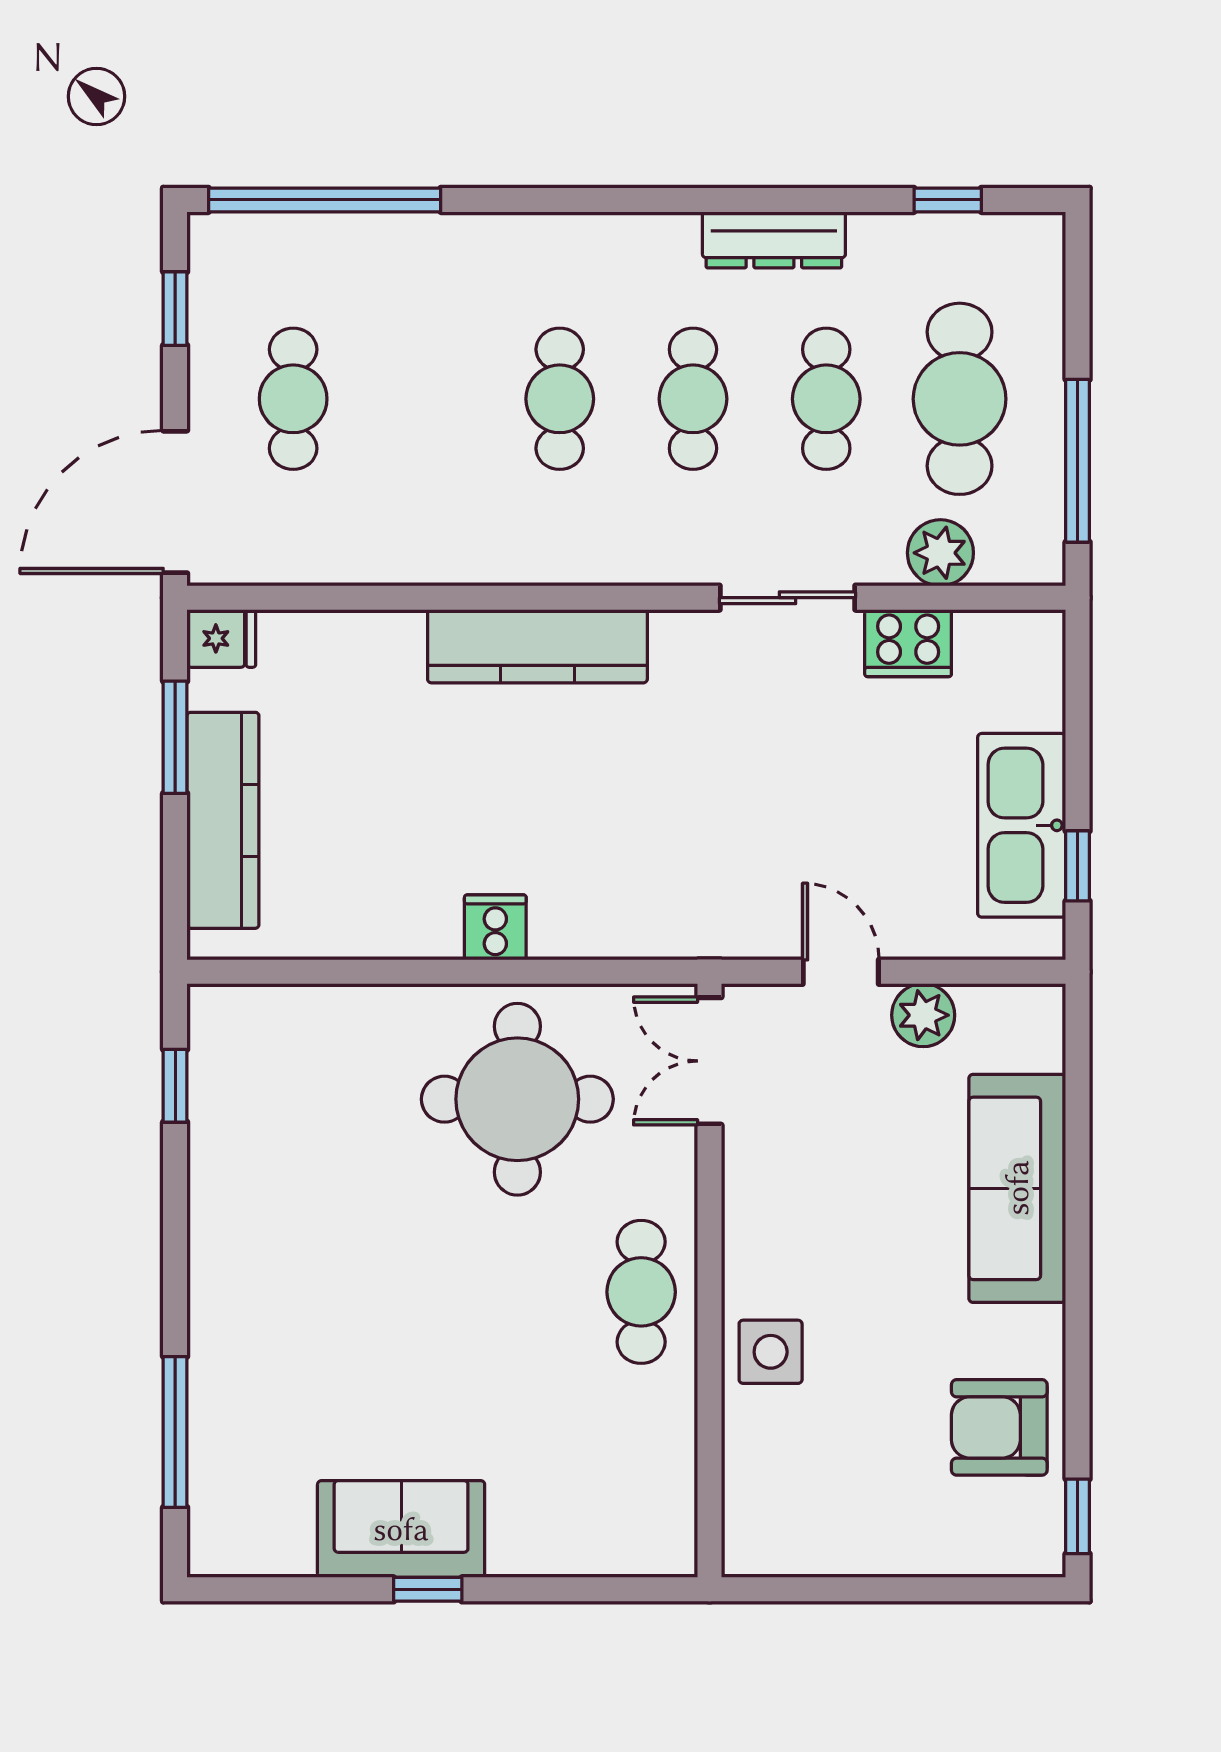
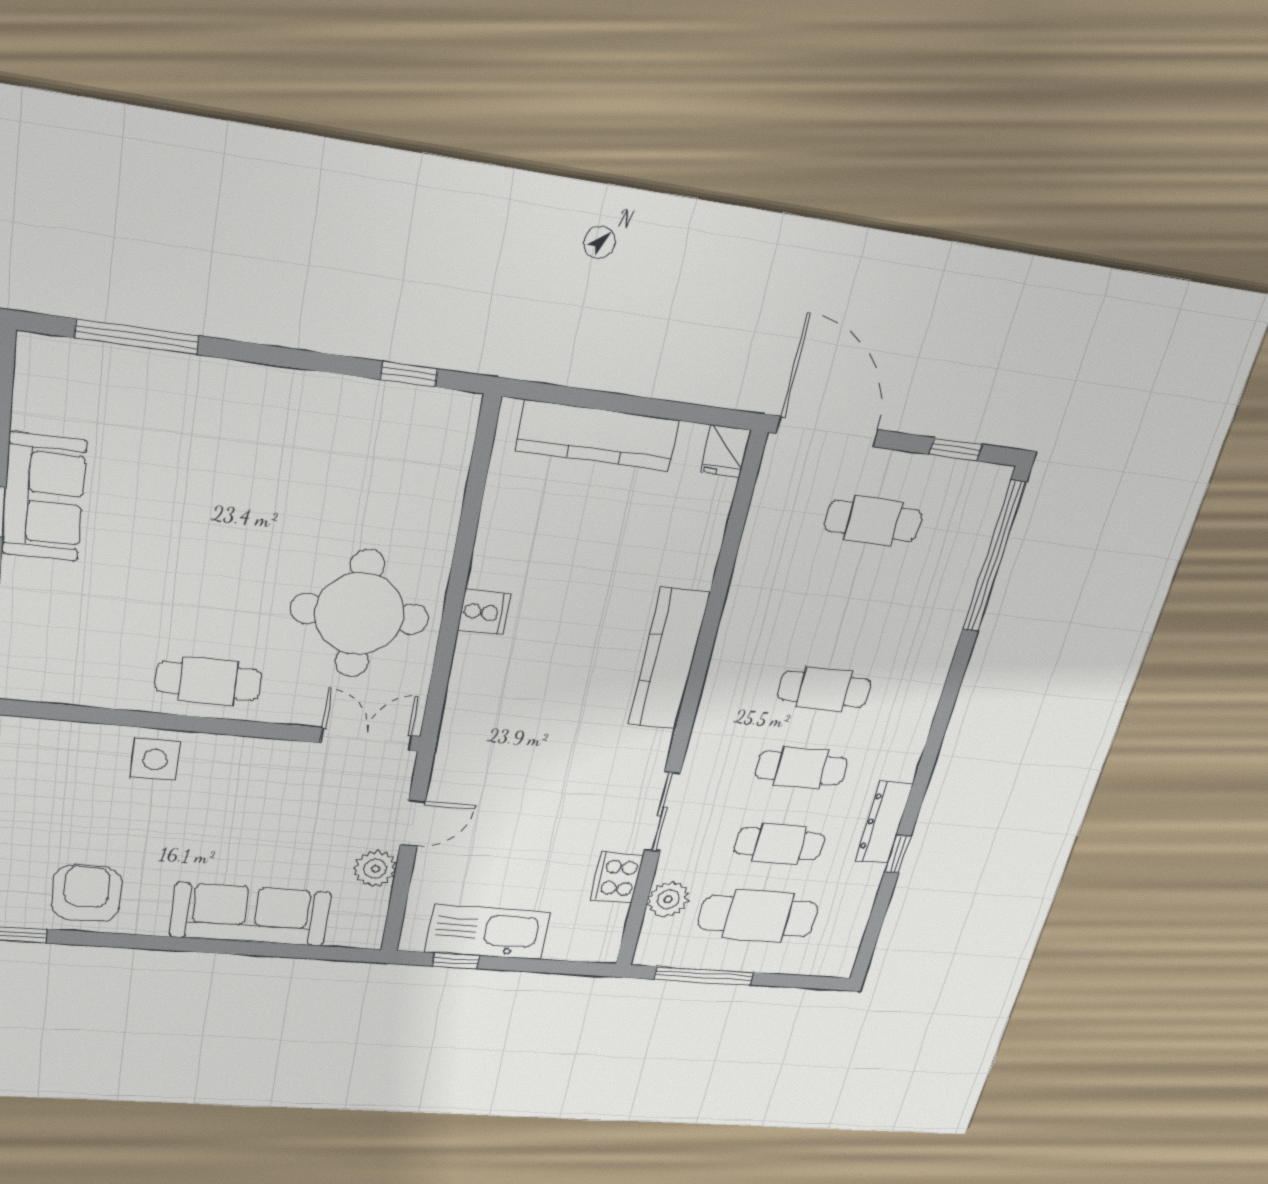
window: (948, 200) -> (898, 854), moved
window: (175, 737) -> (664, 409), removed

